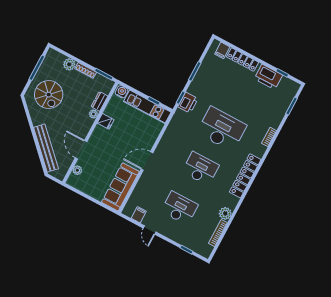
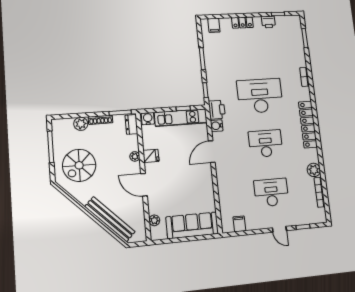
locker: (243, 59) -> (242, 23), width x0.66
printer: (268, 77) -> (268, 22), width x0.53, depth x0.68
spiral stairs: (49, 95) -> (79, 165), turned 90
dresser: (99, 101) -> (131, 124), moved
printer: (188, 103) -> (217, 110), moved
water cooler: (171, 130) -> (217, 126), added
door: (81, 150) -> (144, 185), moved
door: (147, 161) -> (212, 152), moved
sofa: (120, 187) -> (192, 225), moved, turned 90
door: (150, 230) -> (279, 229), moved

